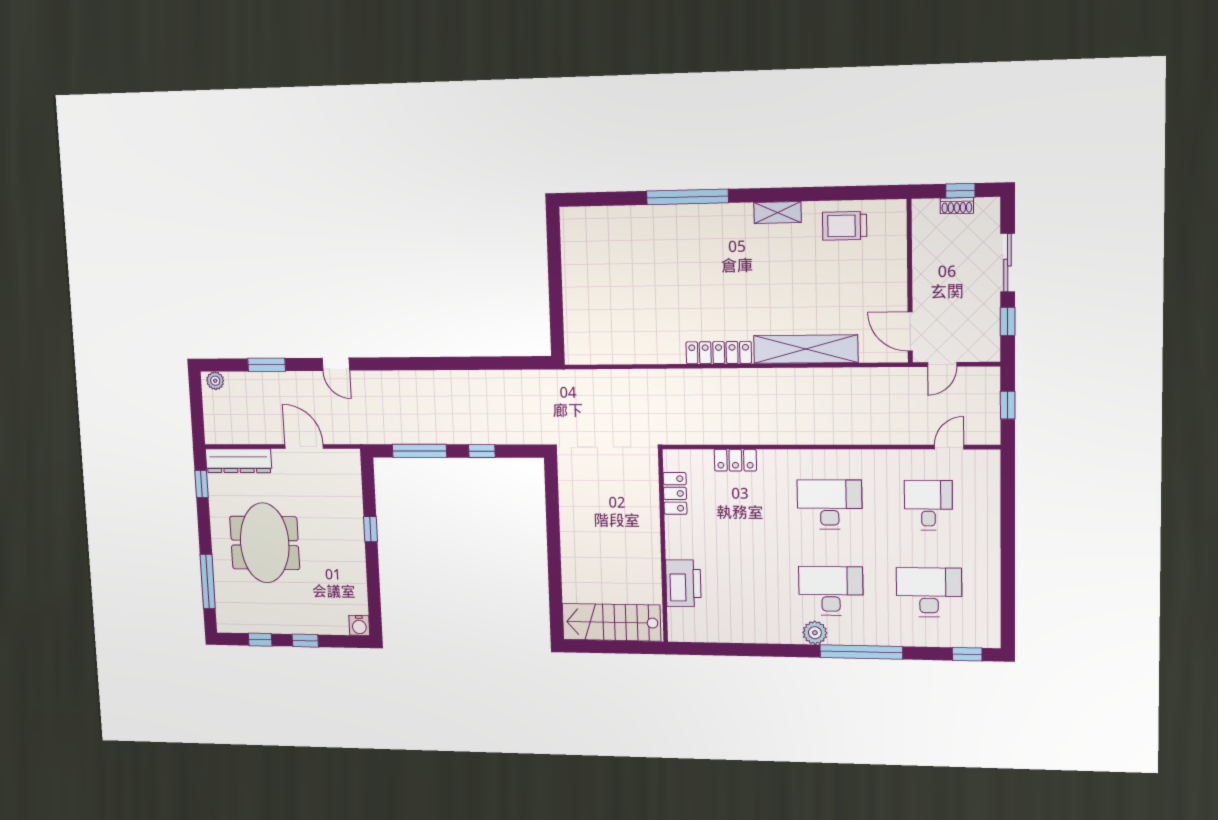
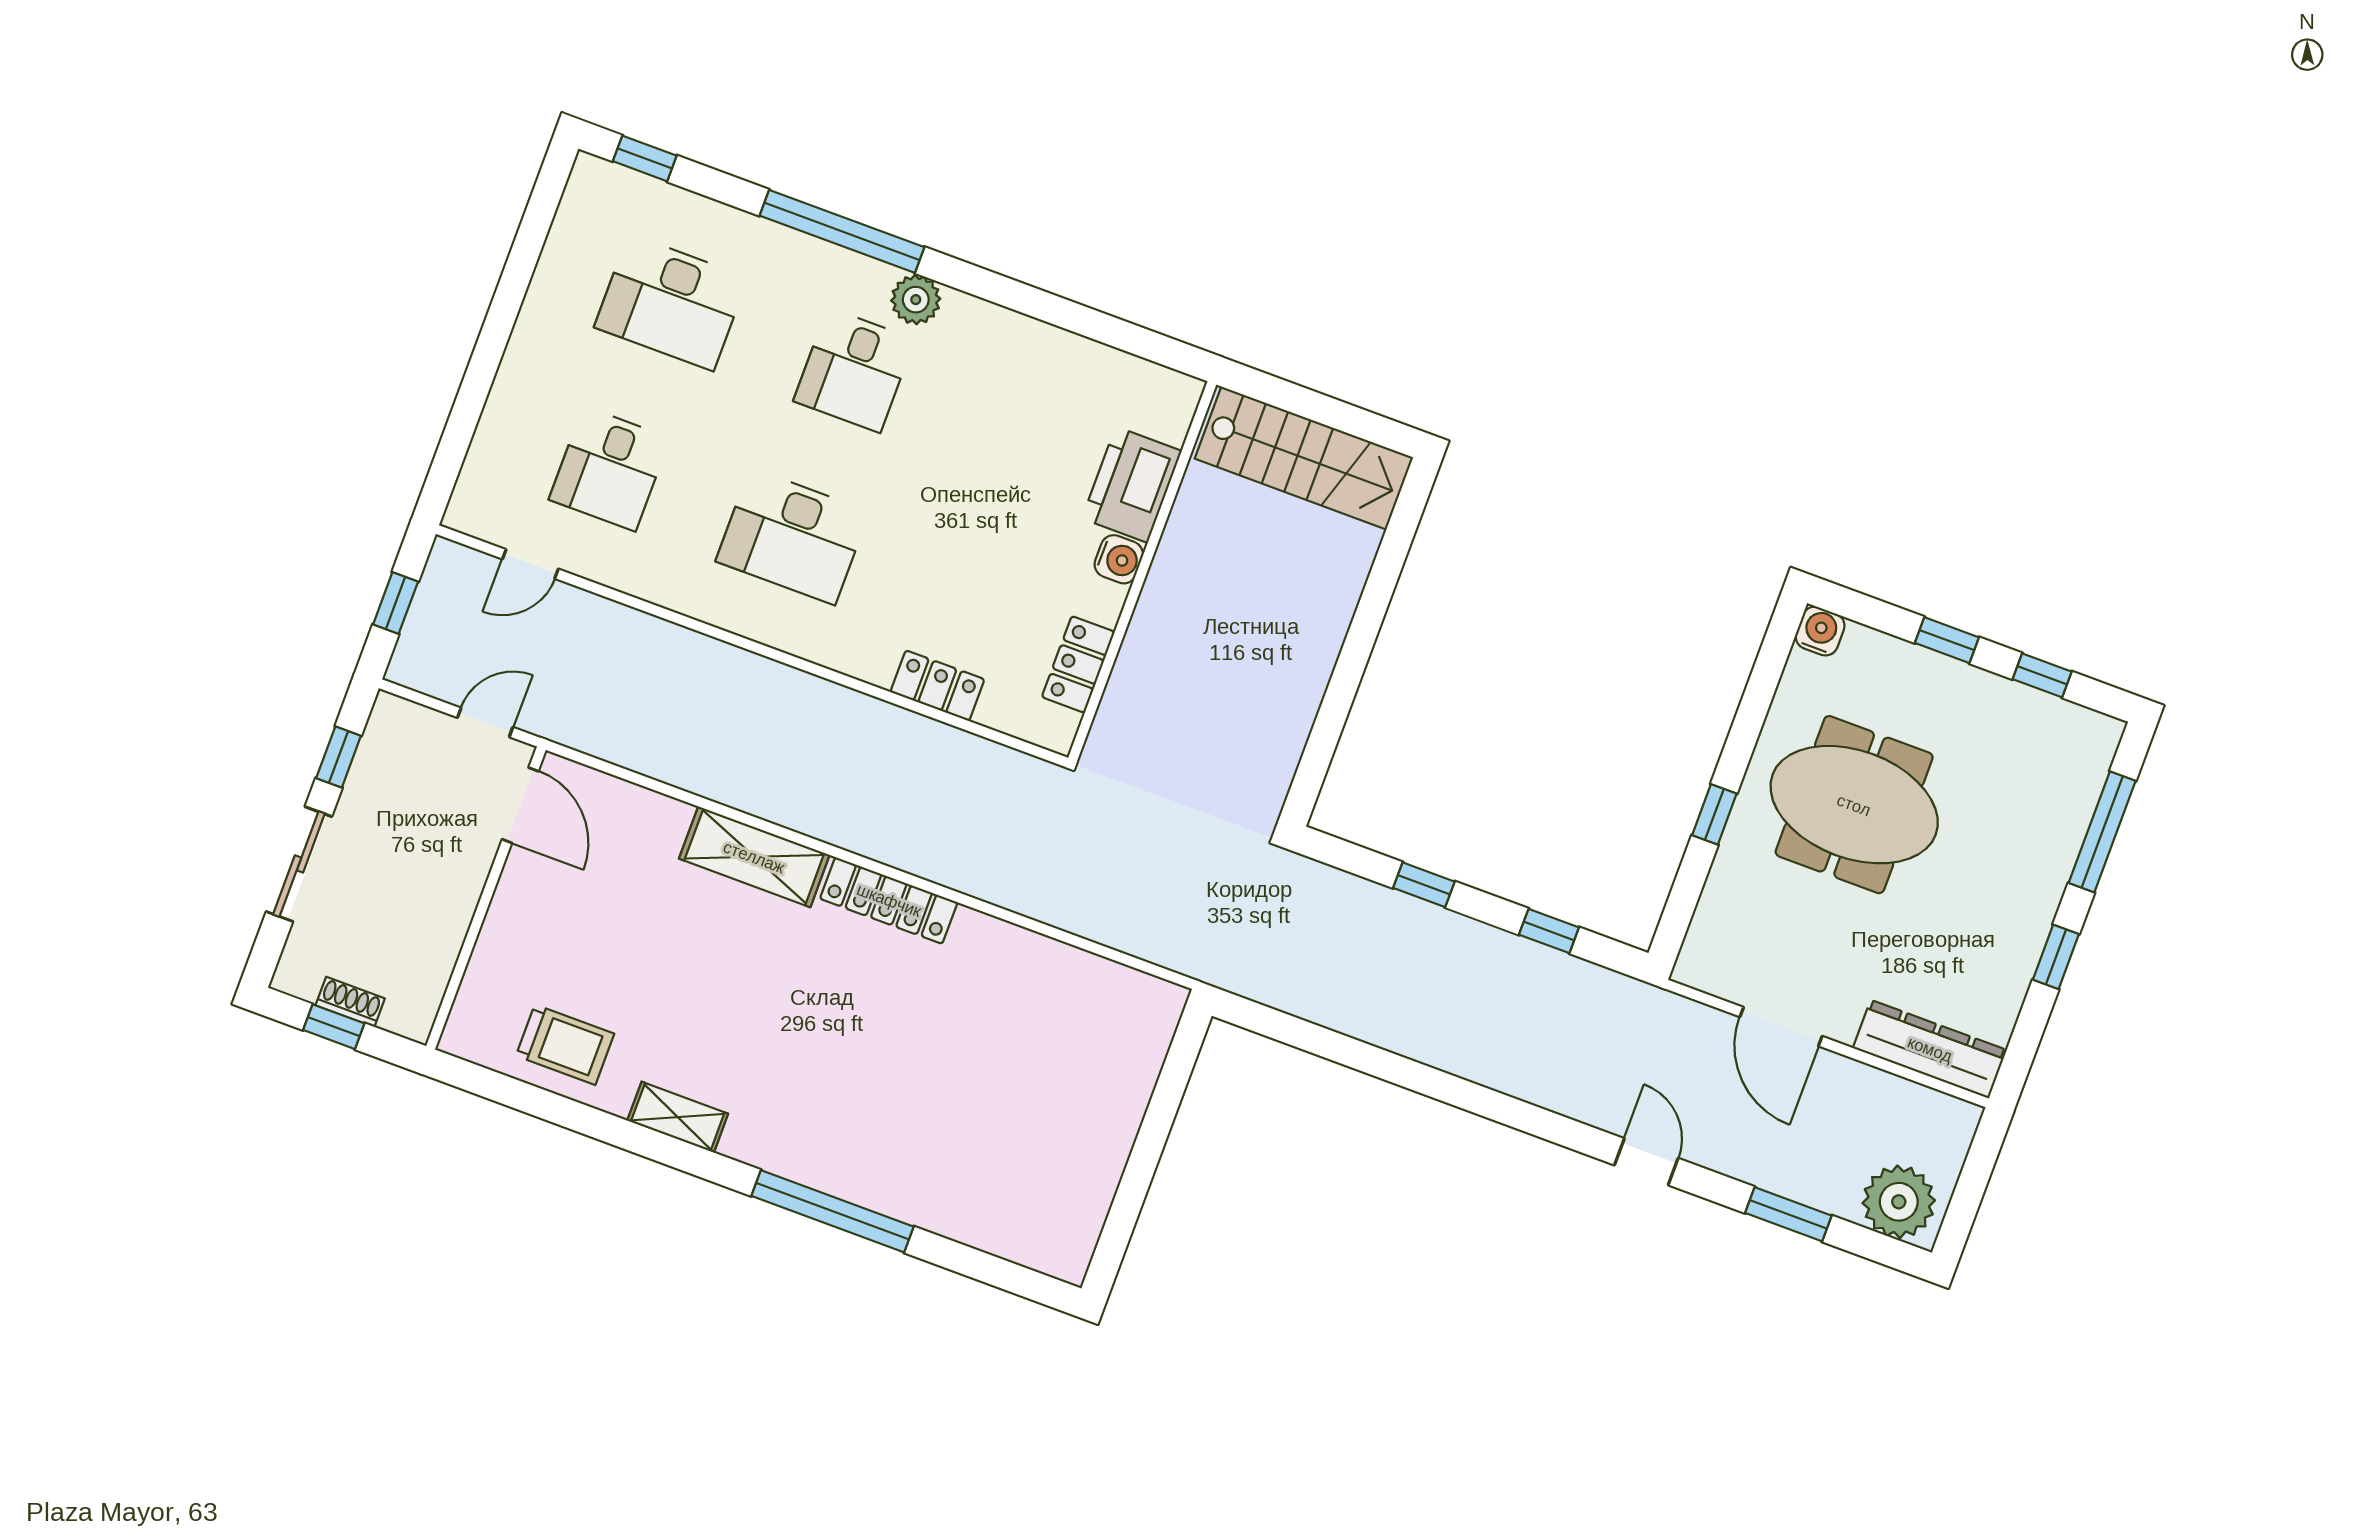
shelving: (806, 349) -> (754, 857), width x0.68
plant: (215, 381) -> (1899, 1202), width x1.88, depth x1.88
window: (419, 451) -> (1549, 931), width x0.46
window: (201, 484) -> (2056, 957), moved
meeting table: (265, 543) -> (1854, 805), moved, turned 90
water cooler: (676, 548) -> (1119, 559), added
desk: (831, 591) -> (854, 370), width x0.73

